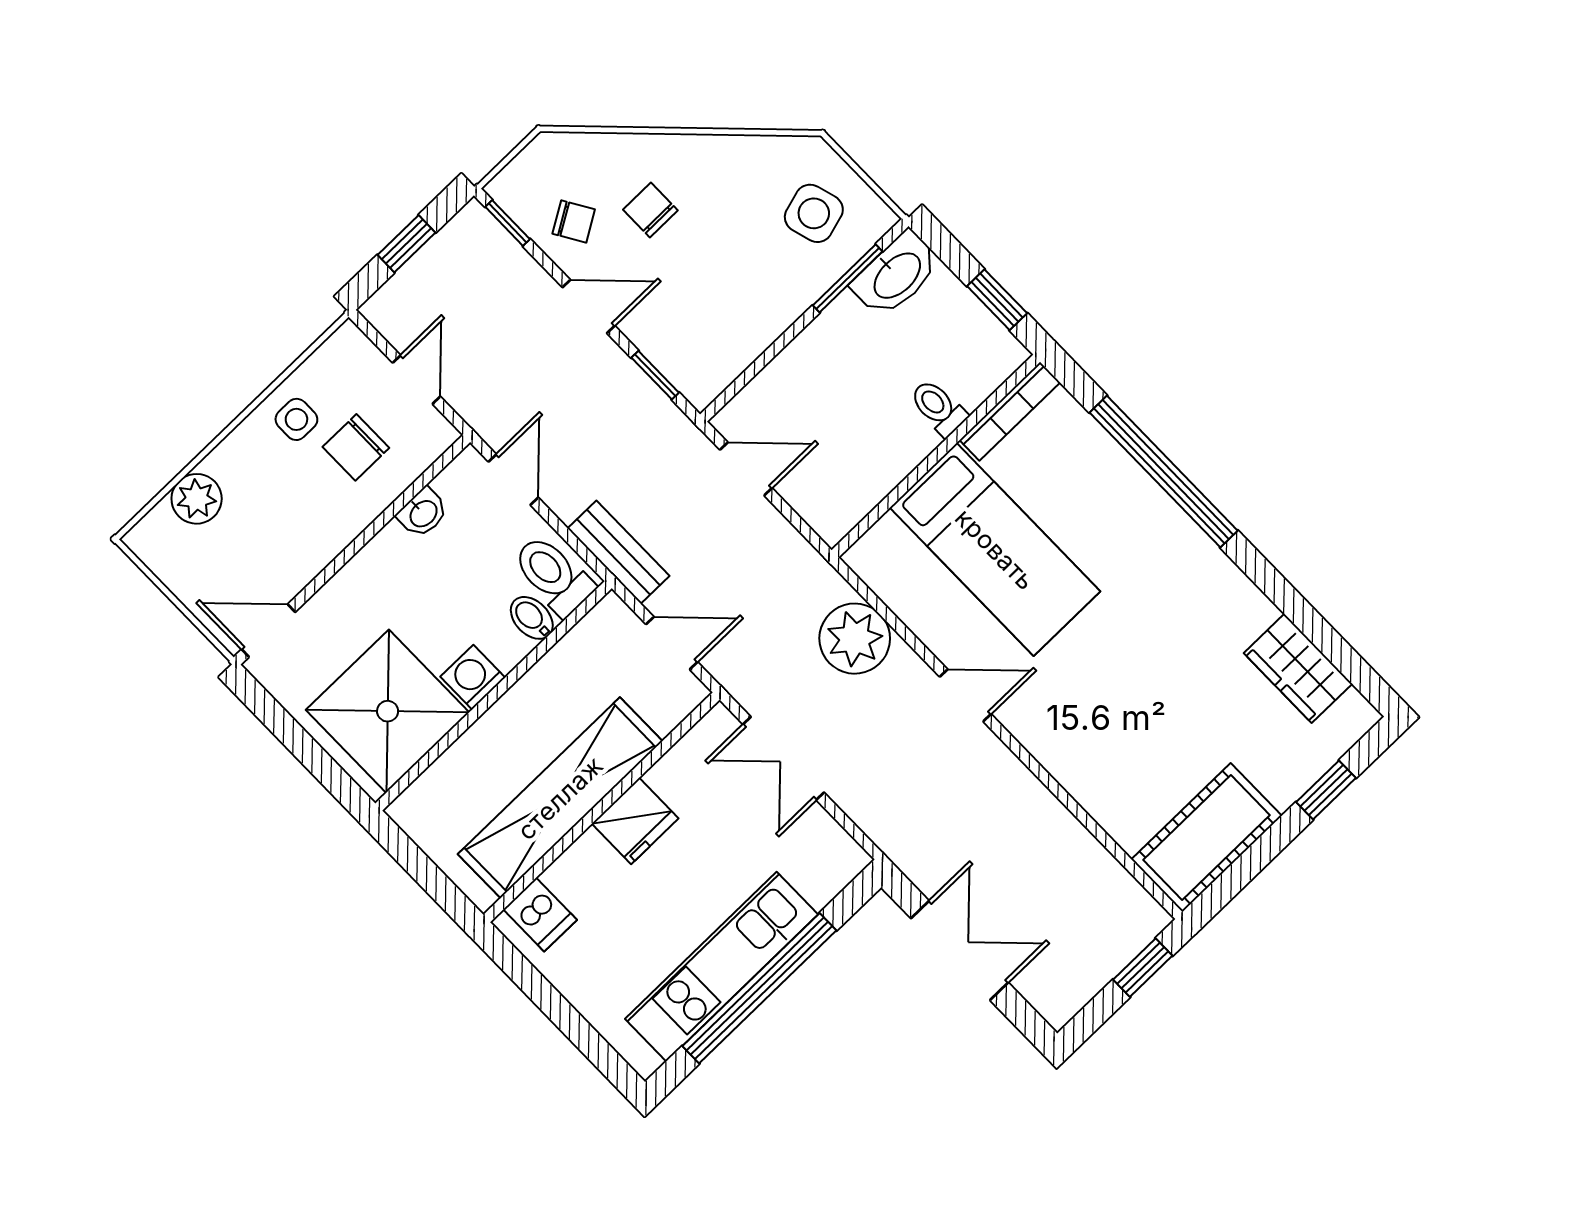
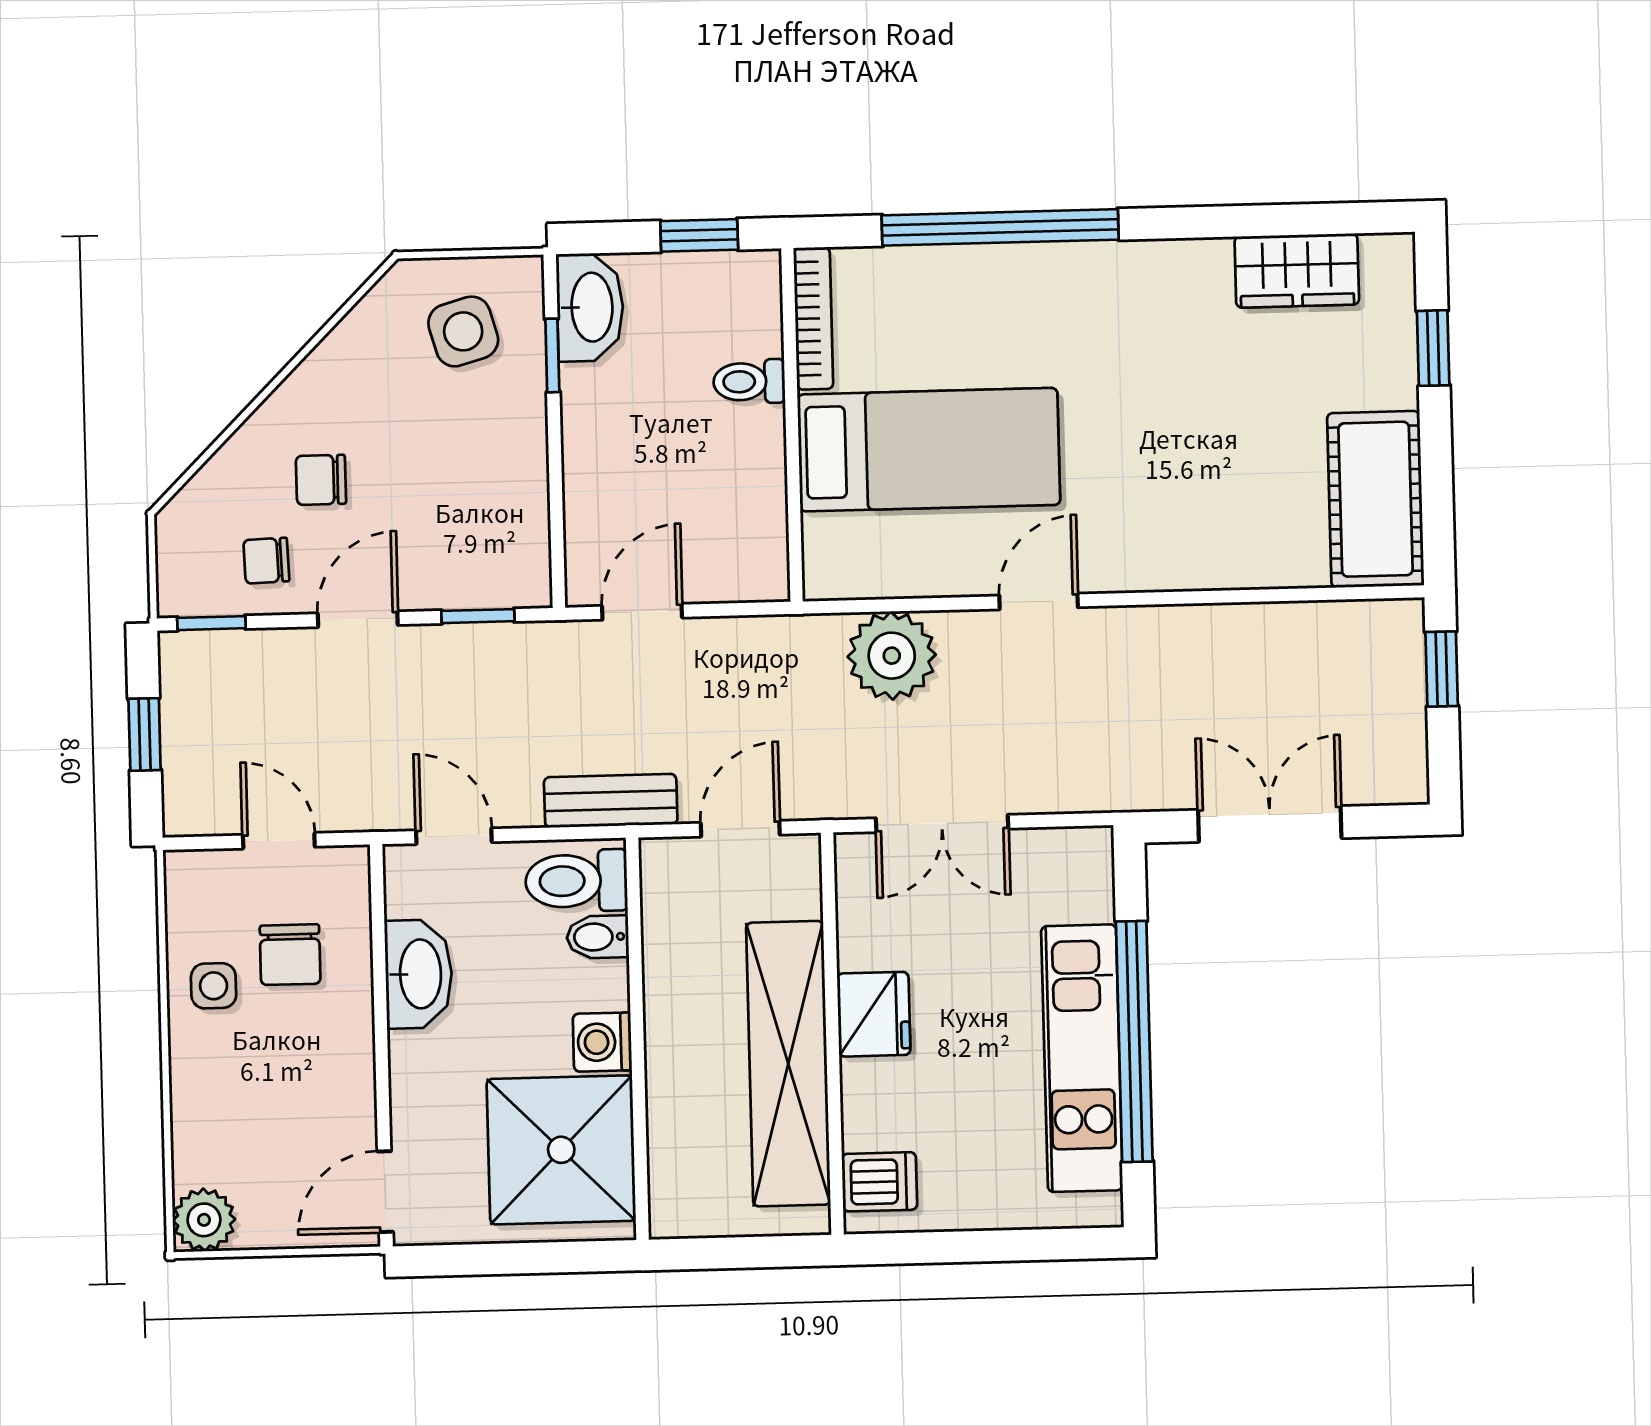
chair: (574, 221) -> (266, 561), turned -151
window: (848, 278) -> (552, 355), width x0.67
plant: (197, 499) -> (204, 1220), moved
washbasin: (423, 513) -> (419, 974), width x1.91, depth x1.45

